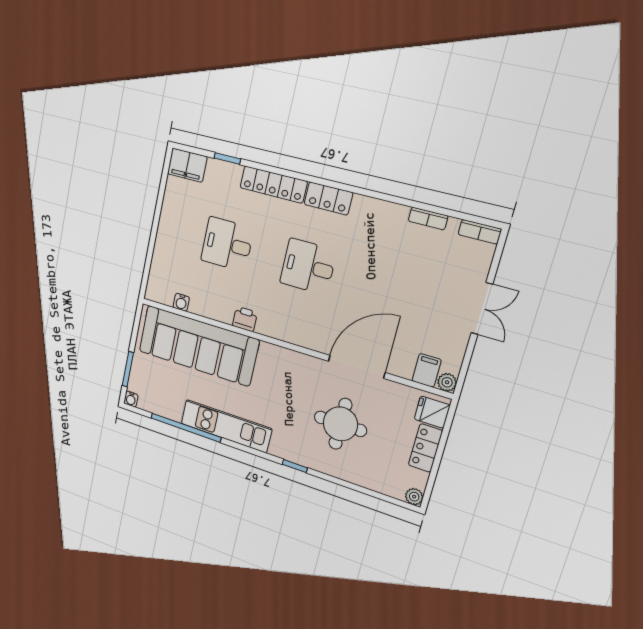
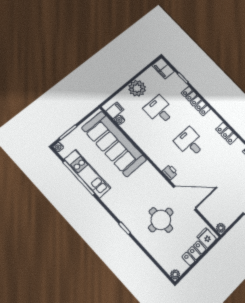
locker: (328, 198) -> (227, 133), moved
plant: (172, 231) -> (137, 88), added
printer: (245, 319) -> (170, 172), moved
filing cabinet: (427, 370) -> (115, 110), moved
kitchen unit: (226, 426) -> (87, 174), moved

